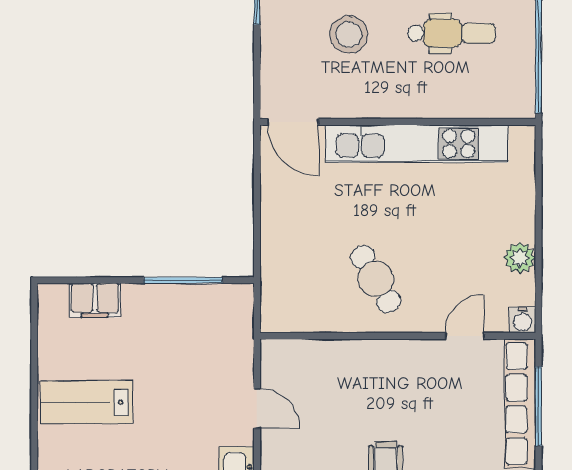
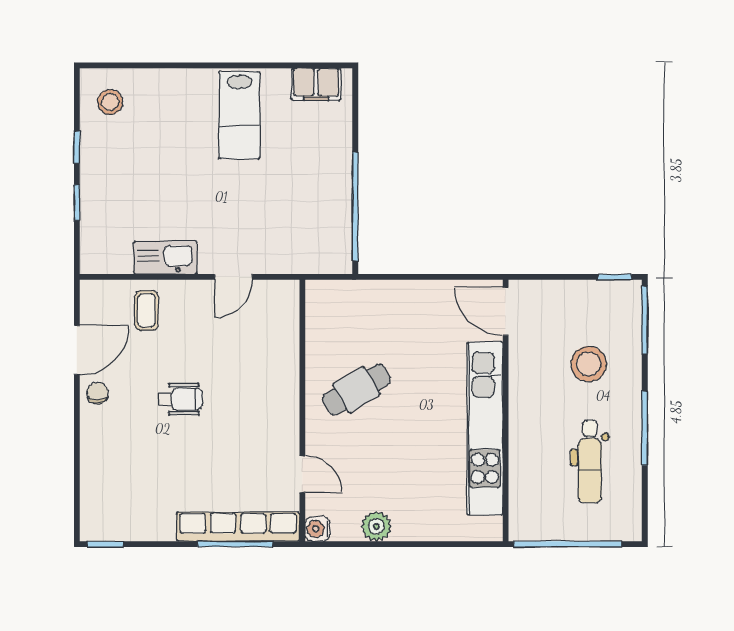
door: (293, 122) -> (506, 311), hinge flipped
window: (183, 280) -> (355, 207), width x1.46
filing cabinet: (95, 300) -> (316, 84), moved, turned -90
lab bench: (86, 402) -> (239, 115), turned 180

